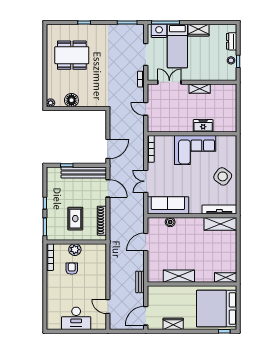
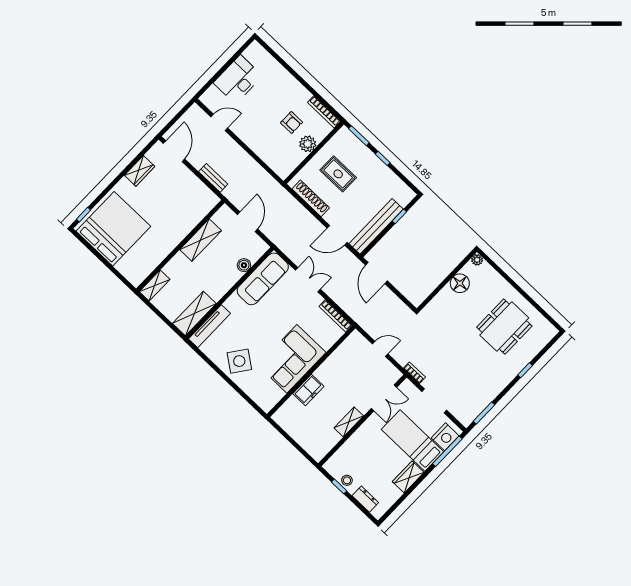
shelving: (179, 276) -> (201, 240), moved
shelving: (226, 277) -> (155, 286), moved
wall: (192, 284) -> (180, 246), moved

